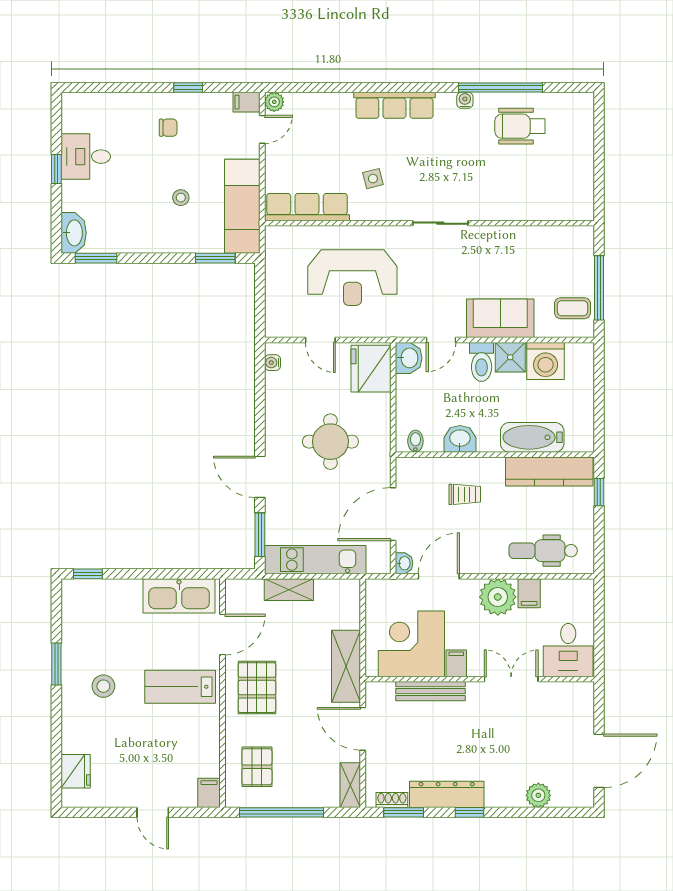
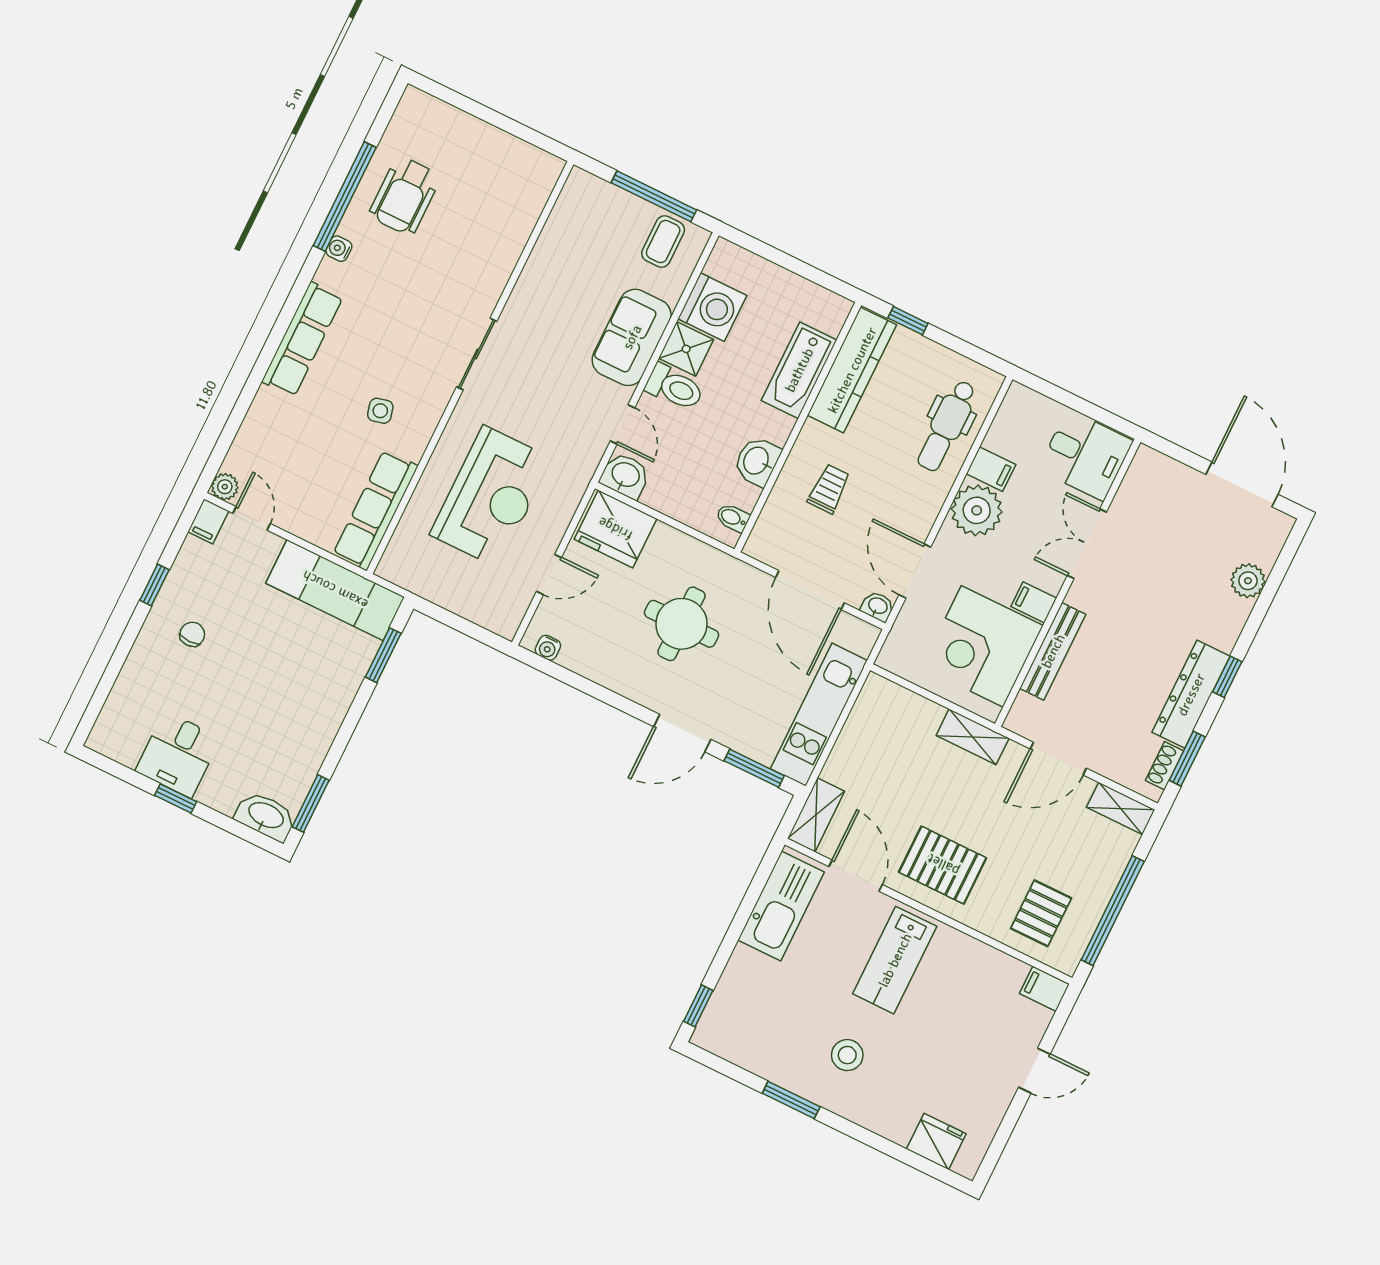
stool: (181, 198) -> (287, 661), removed
shelving: (289, 590) -> (816, 815), moved
shelving: (346, 666) -> (973, 737), width x0.67, depth x0.75
pallet: (257, 767) -> (1041, 913), turned 90

